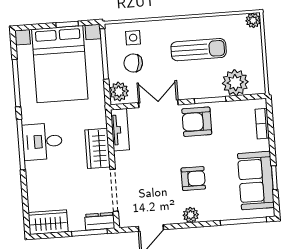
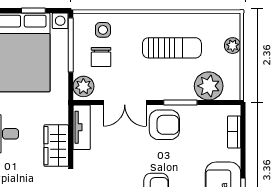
plant: (253, 20) -> (233, 46), moved
chair: (133, 63) -> (101, 57), turned -98
double door: (158, 104) -> (125, 103), swing flipped
armchair: (197, 122) -> (164, 125), turned 180

